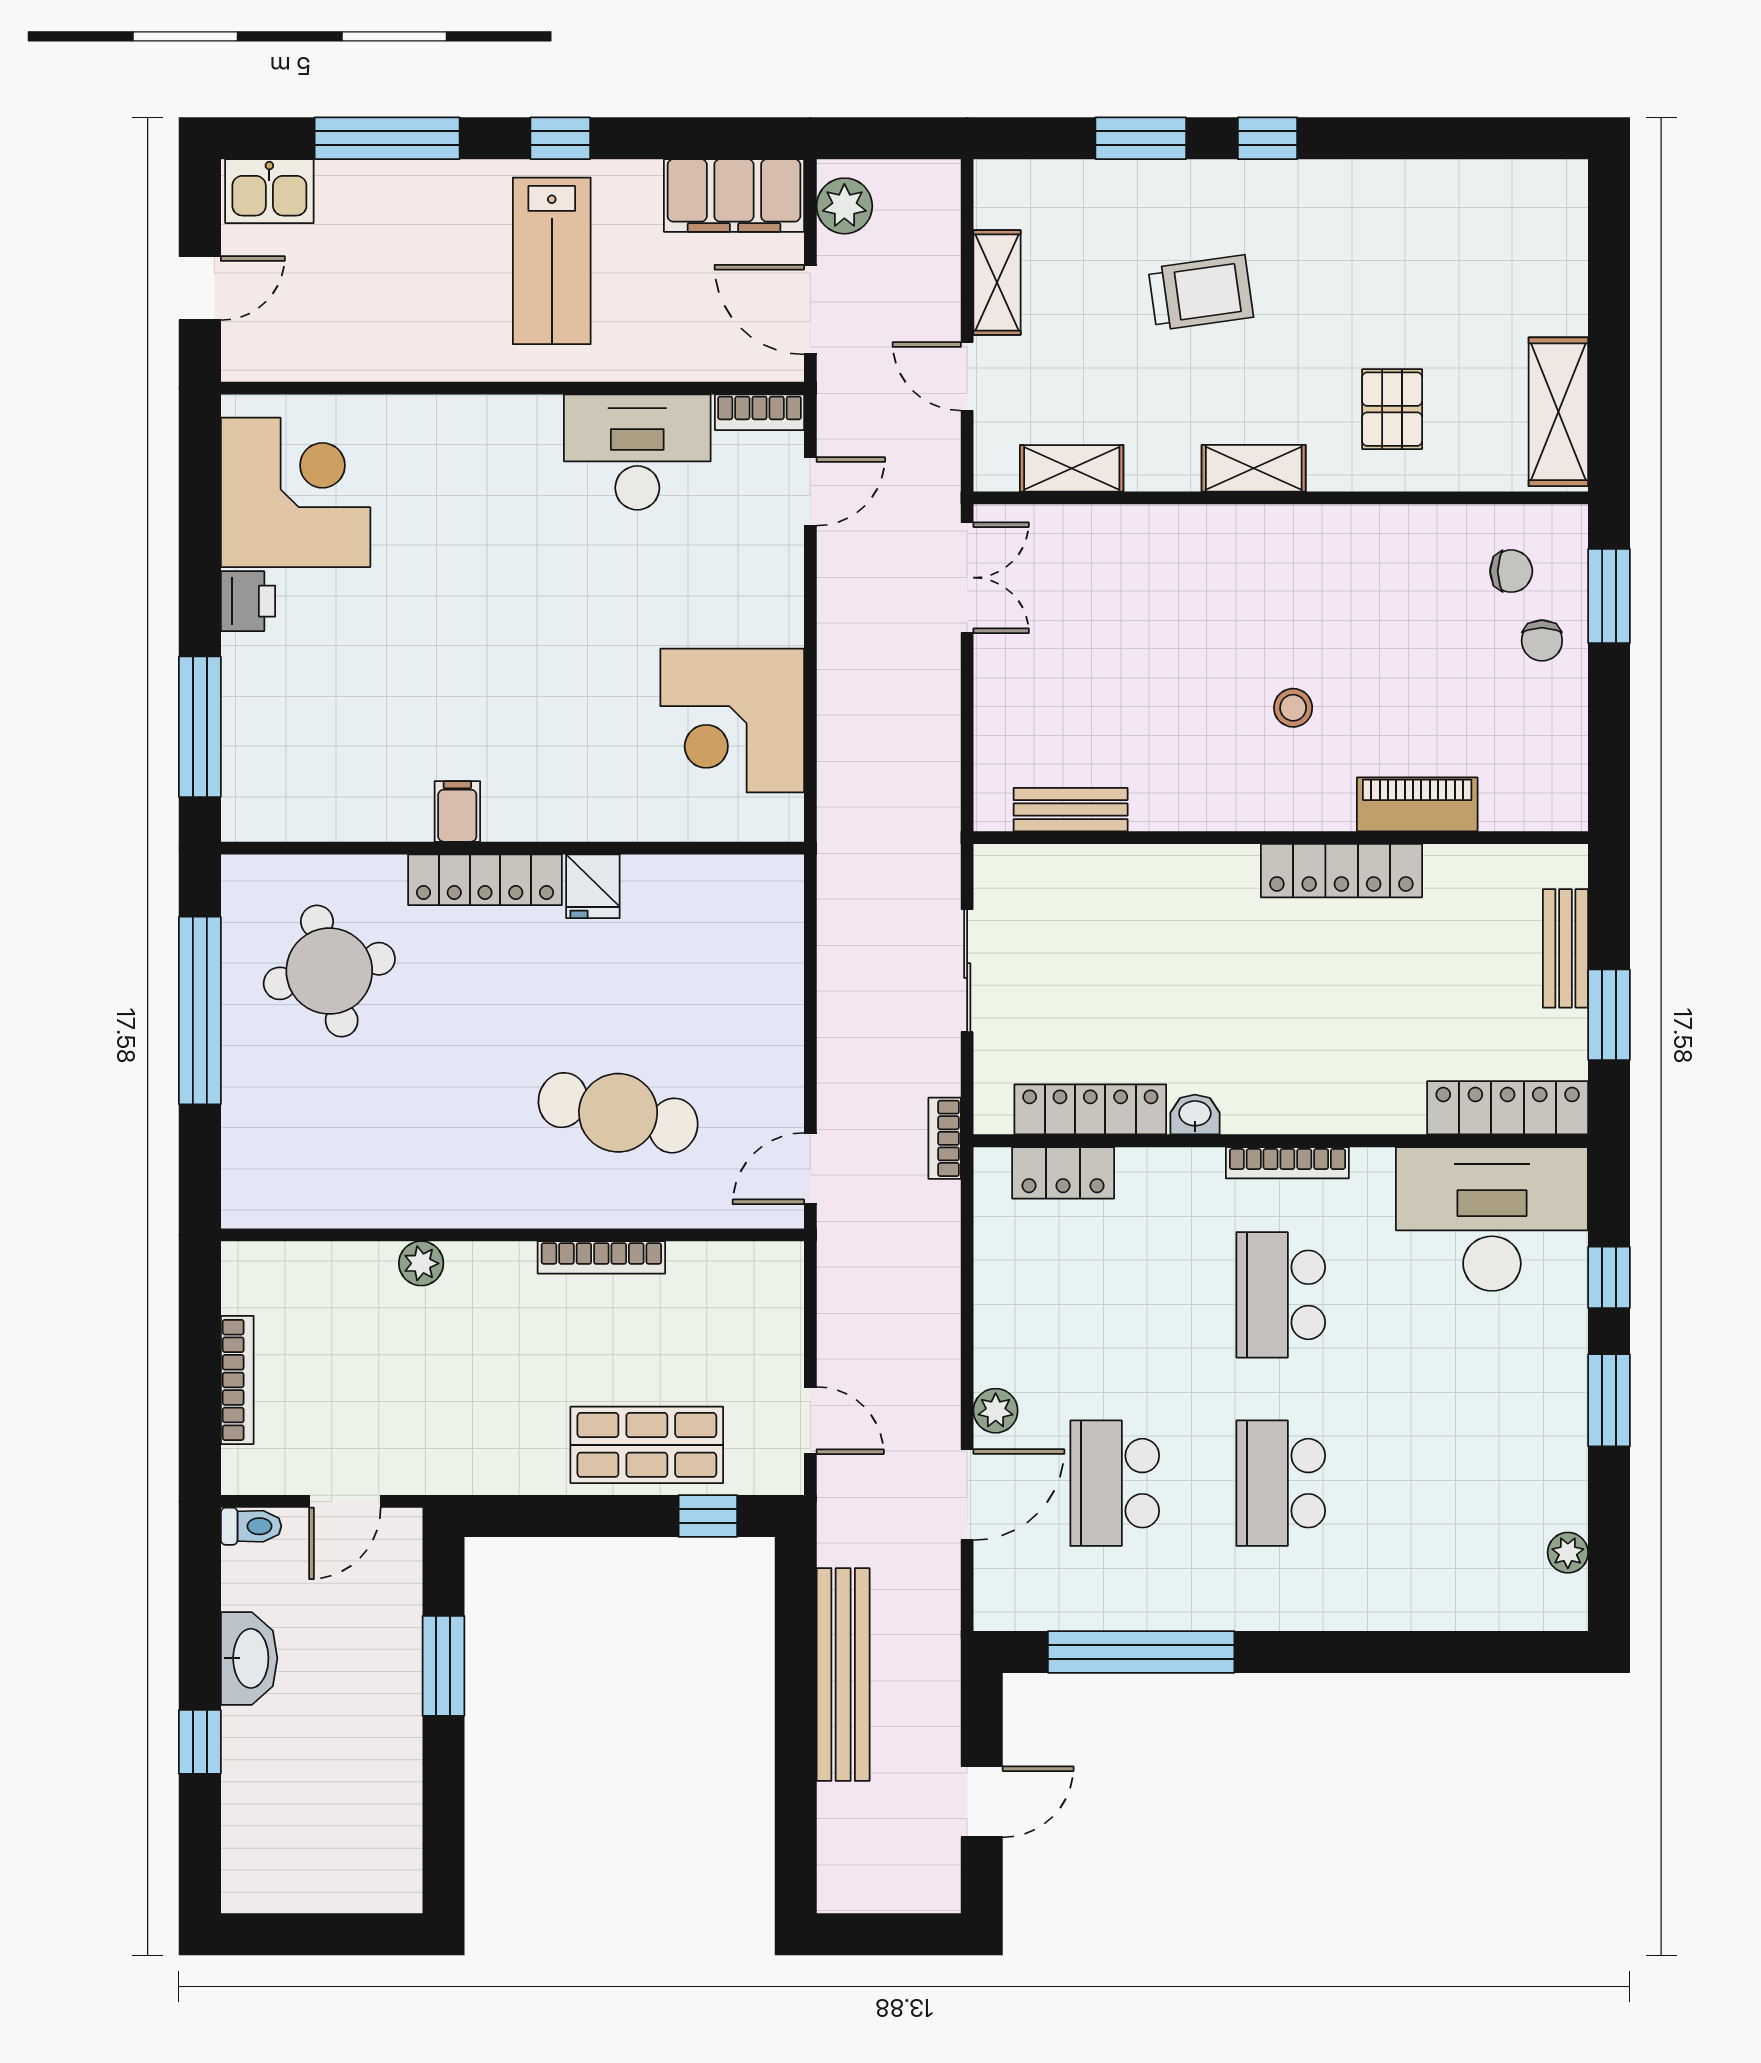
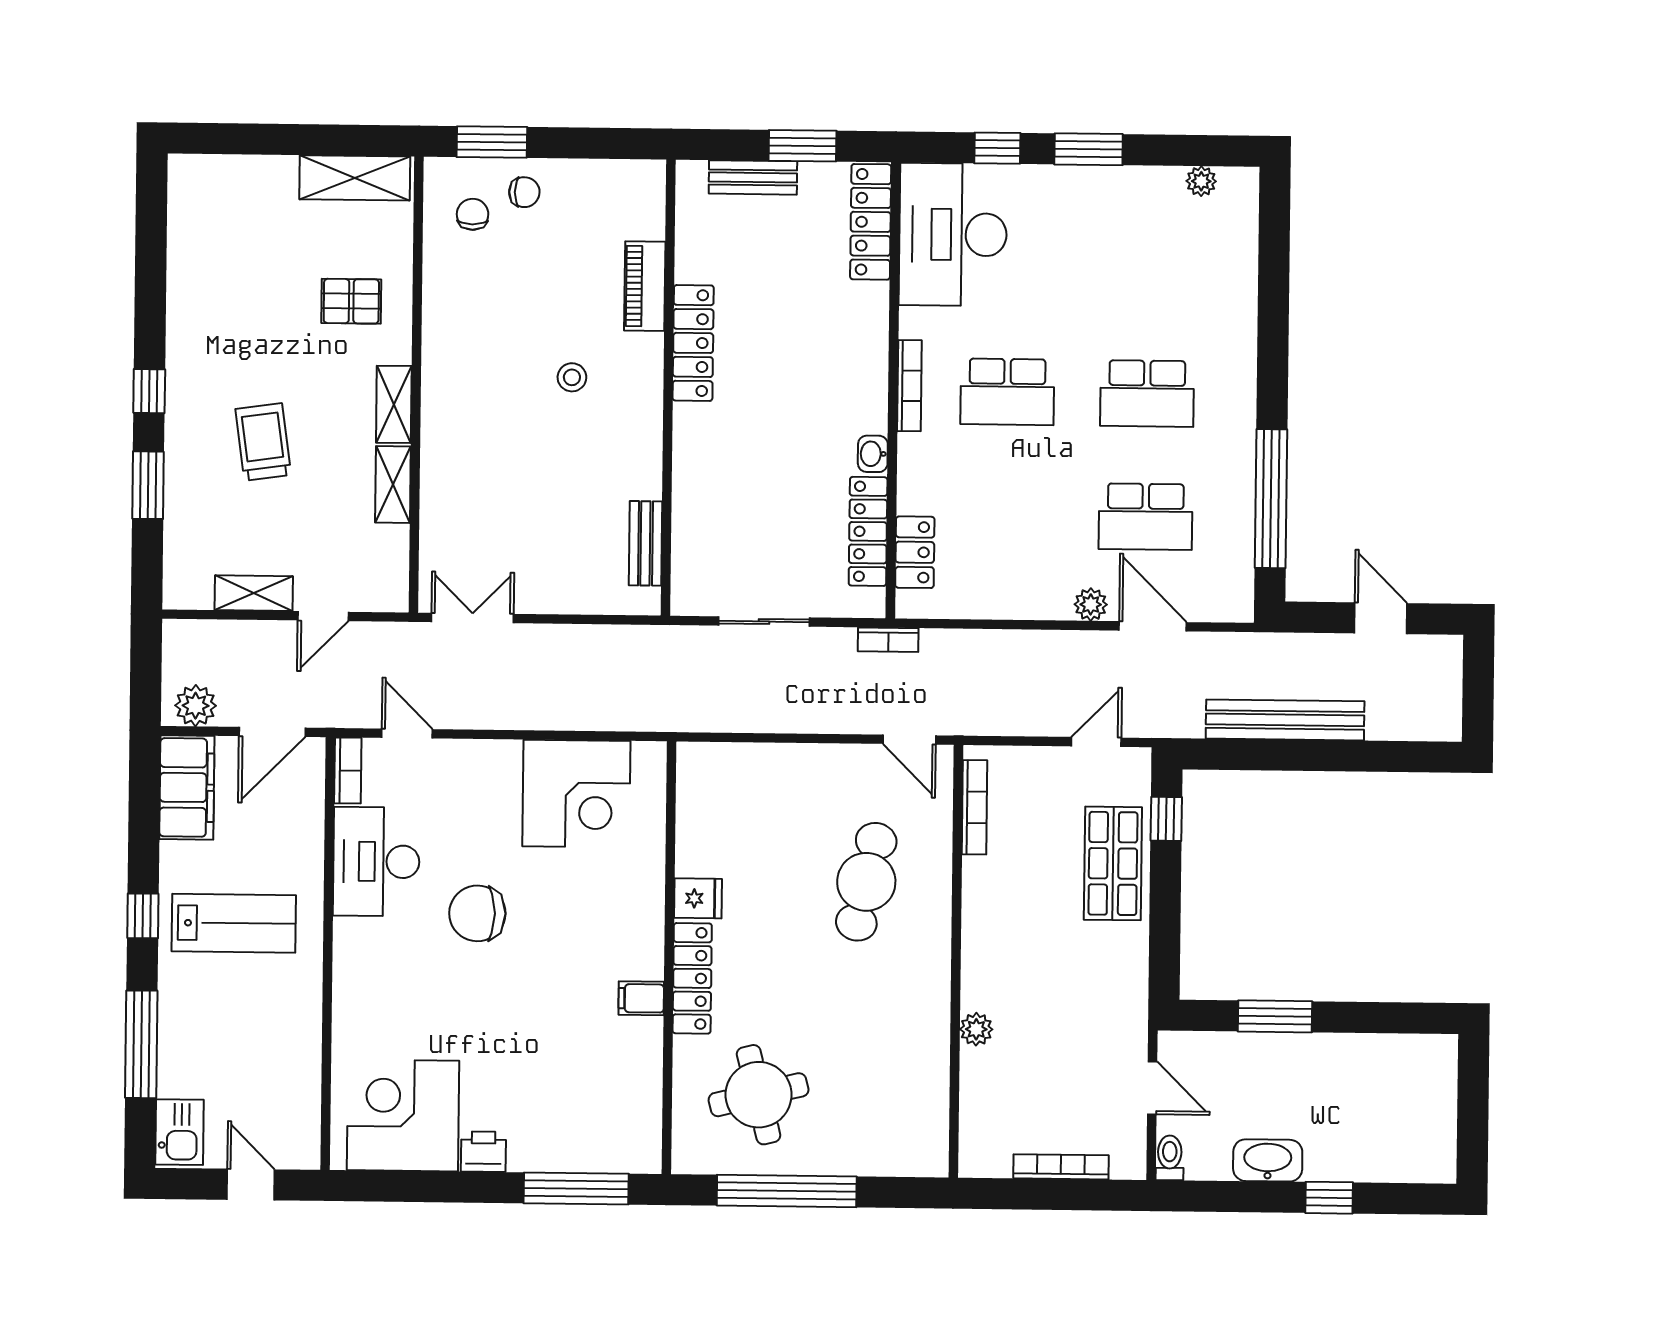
shelving: (1072, 468) -> (393, 484), moved
chair: (569, 589) -> (477, 913), added
bookcase: (601, 1257) -> (974, 807), moved

